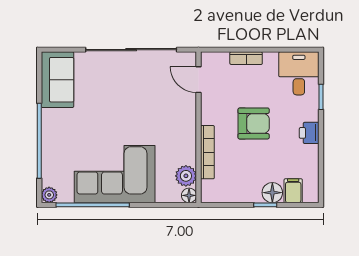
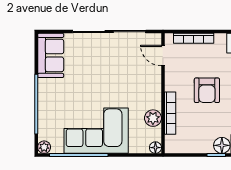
bookcase: (246, 58) -> (194, 38), width x1.56
armchair: (254, 123) -> (207, 90), turned 90
plant: (186, 176) -> (153, 118), moved

